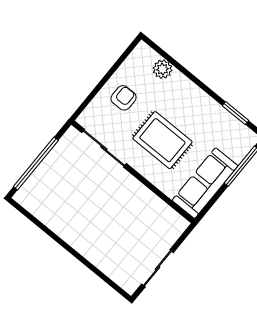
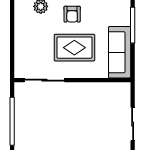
armchair: (124, 98) -> (72, 14), moved, turned 180

